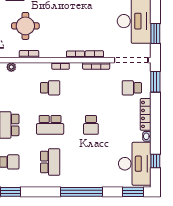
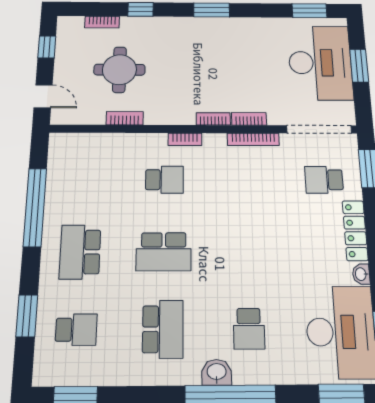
window: (155, 34) -> (359, 66), moved
plant: (11, 67) -> (90, 141), removed
school desk: (91, 125) -> (249, 329), moved
washbasin: (75, 182) -> (217, 372), added

